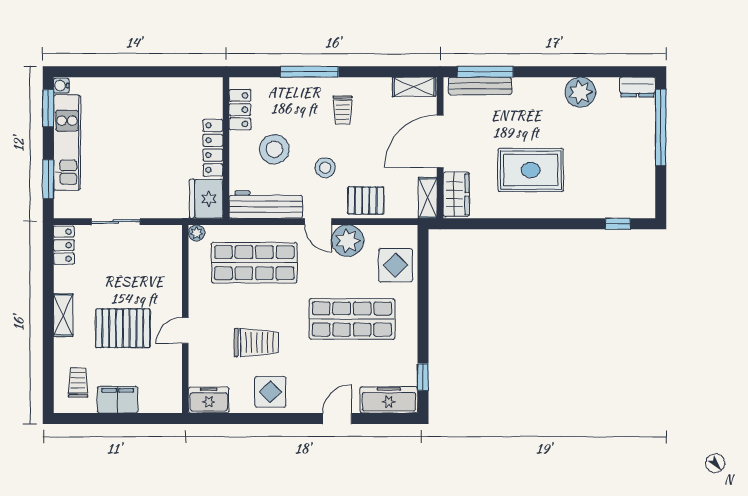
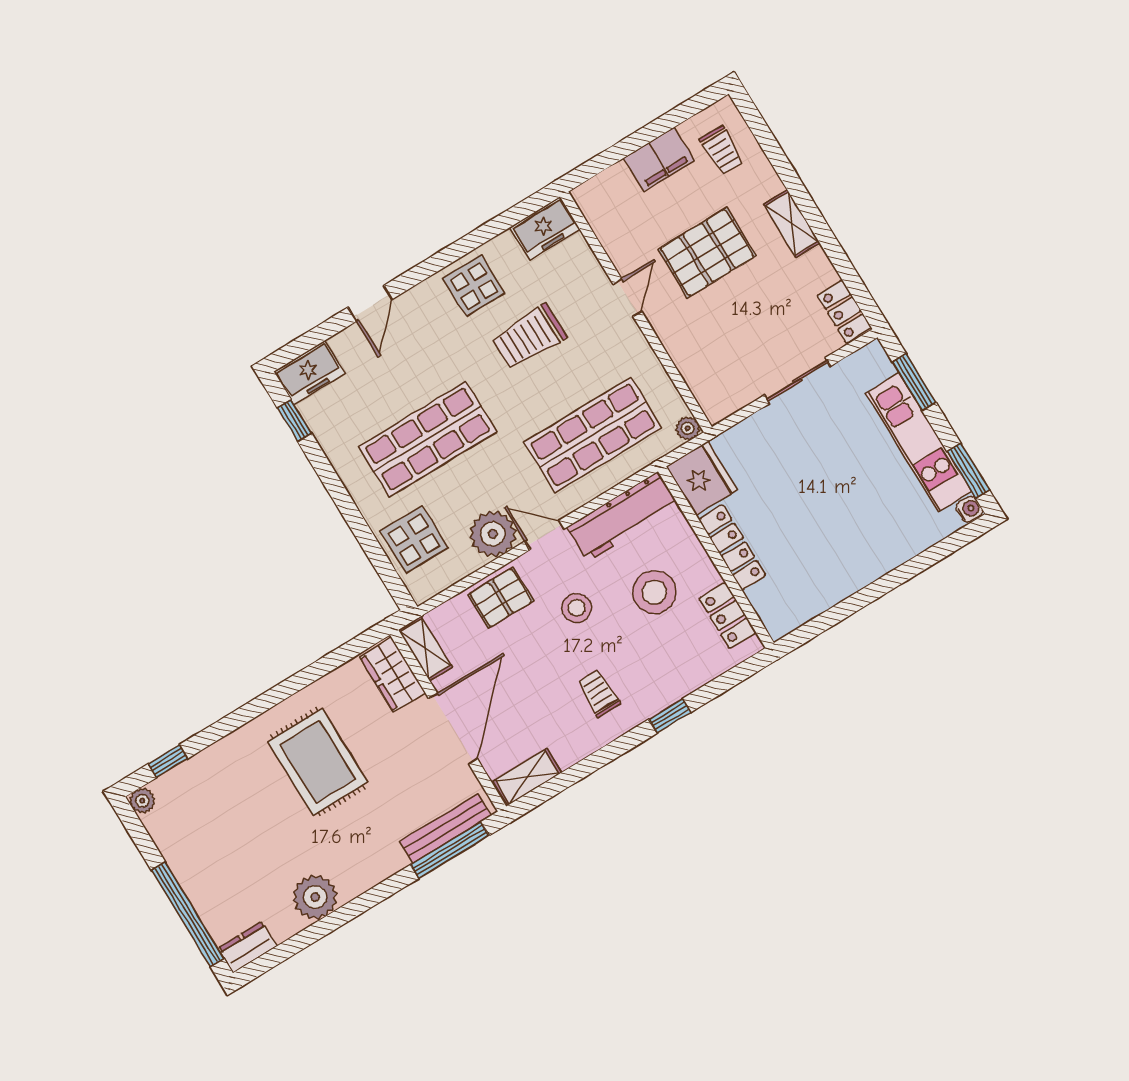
window: (309, 72) -> (670, 716), width x0.46
rug: (531, 170) -> (318, 762), turned 90
plant: (647, 210) -> (142, 801), added
freezer: (389, 400) -> (309, 372), width x0.71

